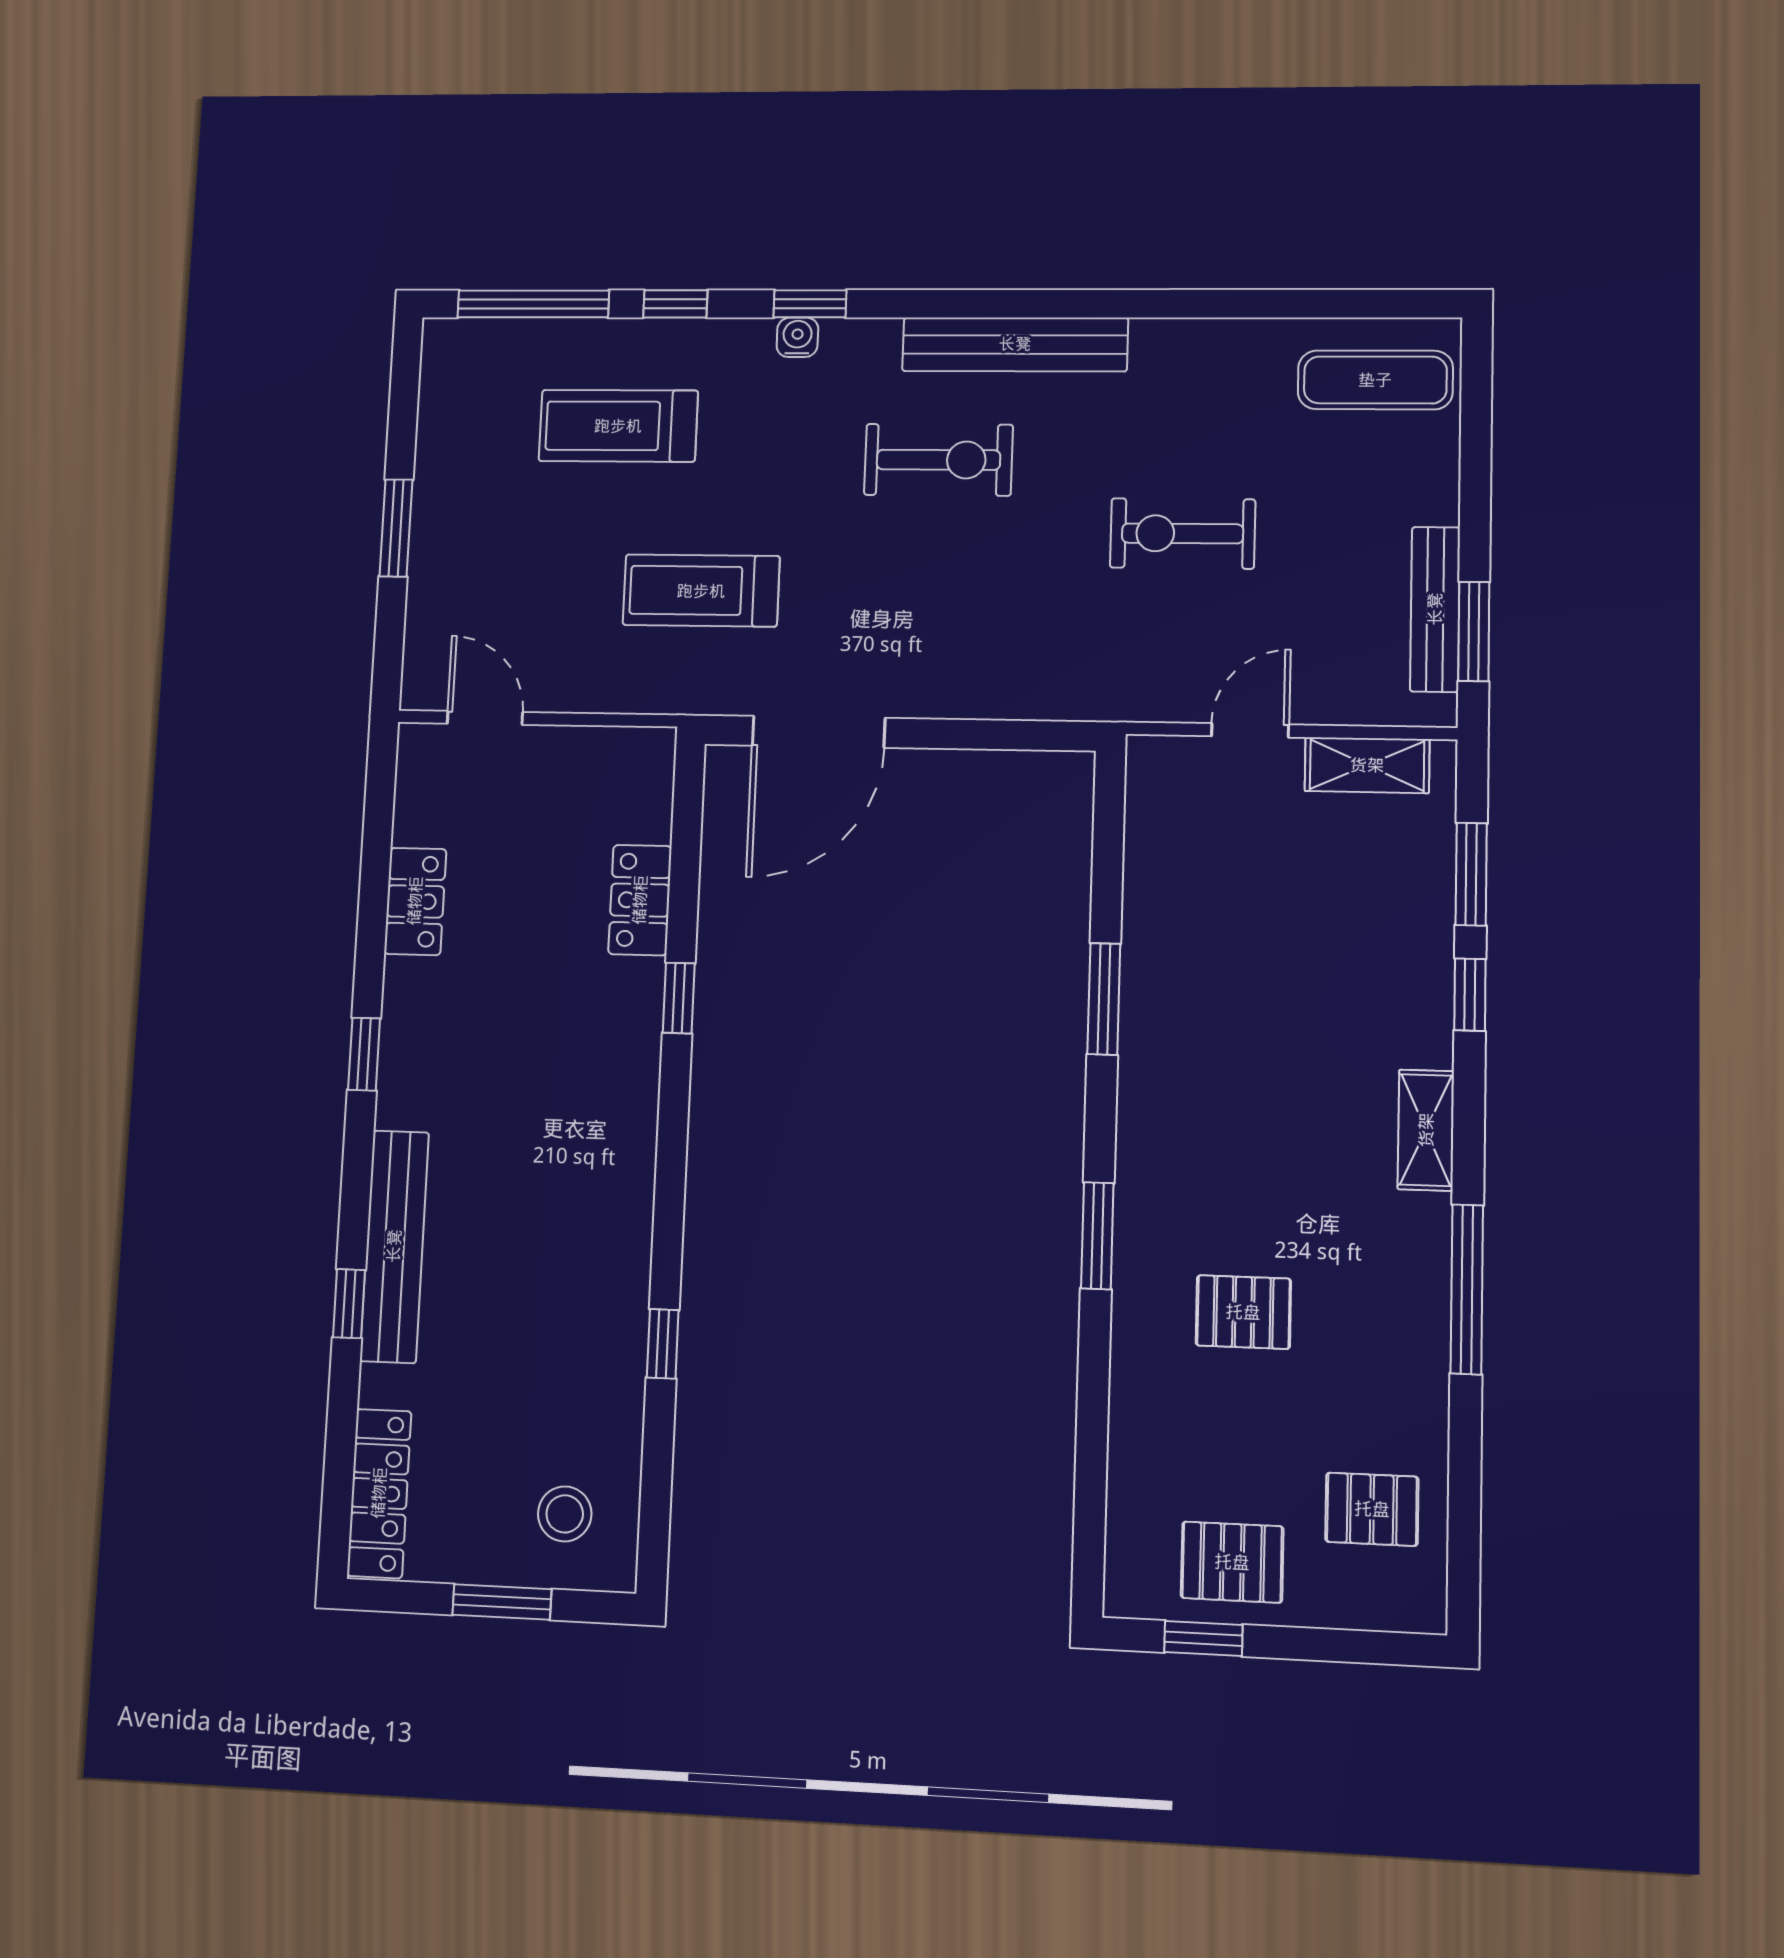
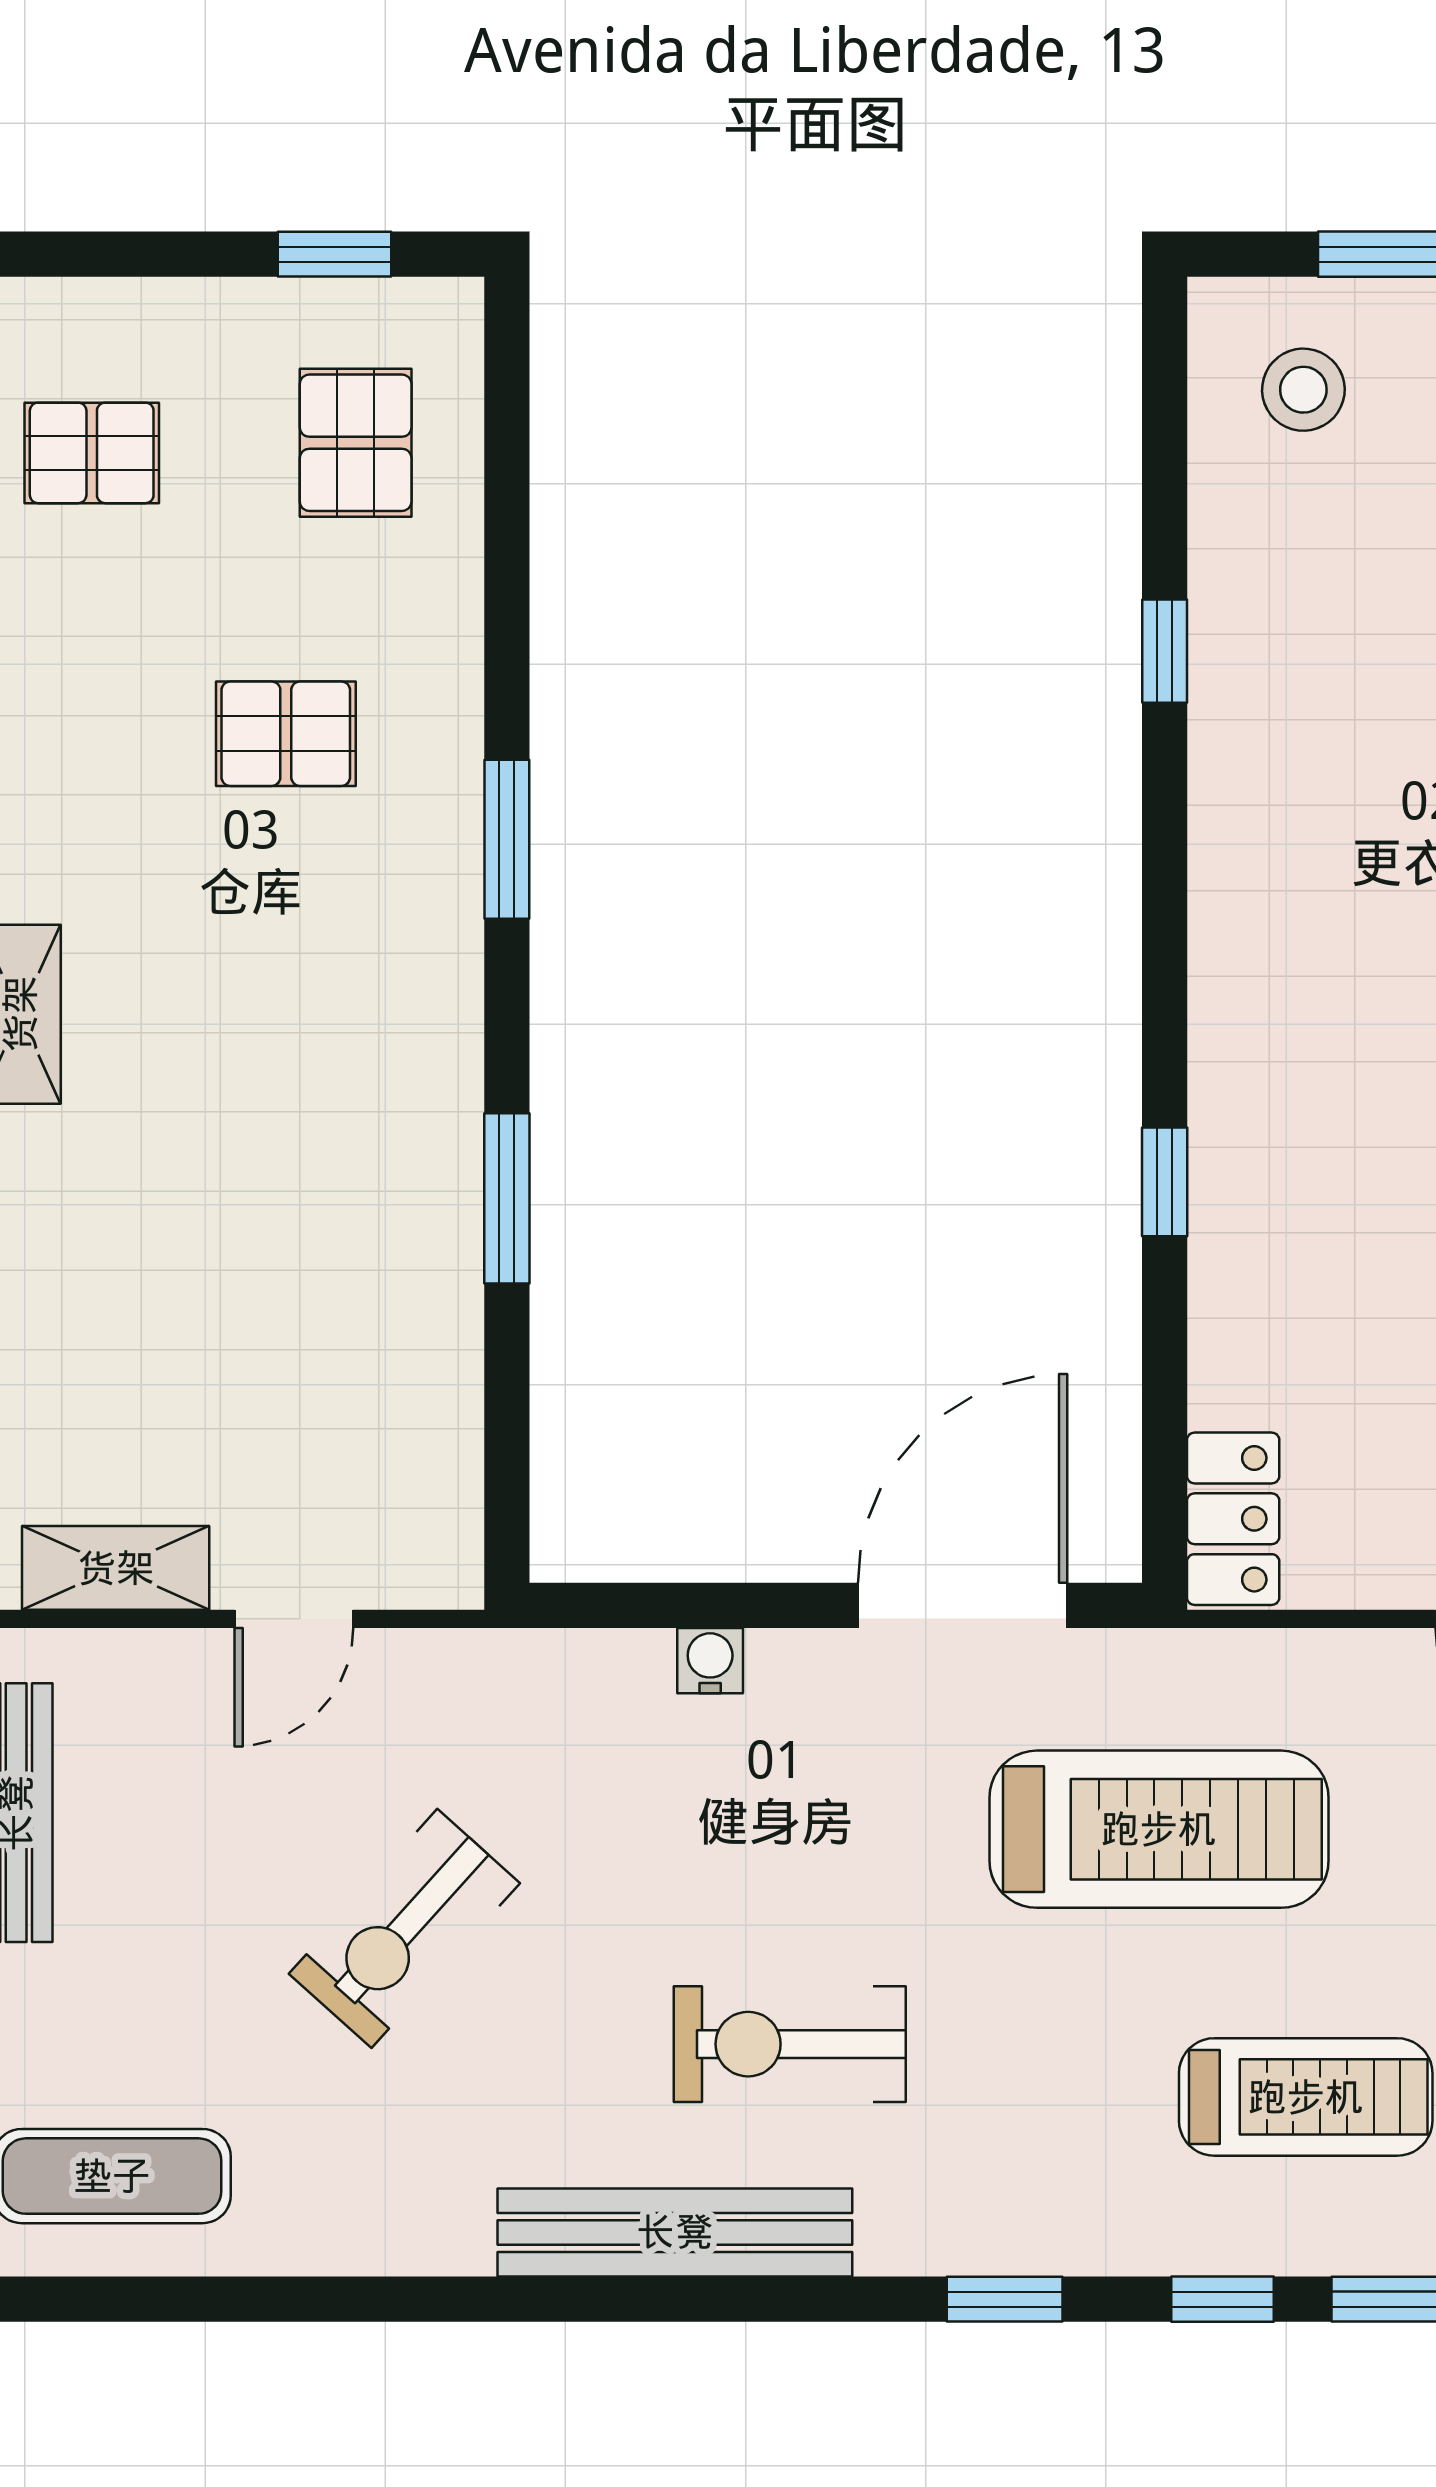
water cooler: (797, 337) -> (710, 1661), moved, turned 180
exercise bike: (1183, 533) -> (404, 1928), turned 132
treadmill: (701, 591) -> (1159, 1829), width x1.37, depth x1.38
locker: (640, 900) -> (1233, 1519), moved
pallet: (1232, 1562) -> (356, 443), moved, turned 90

